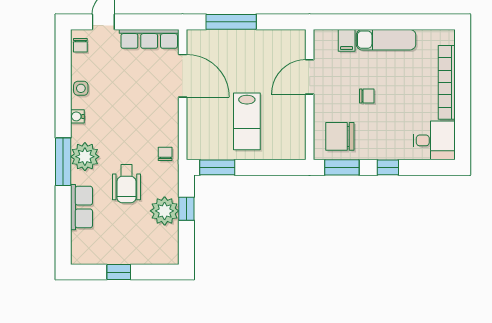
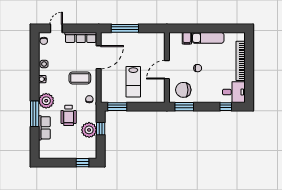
door: (183, 76) -> (99, 57), hinge flipped
door: (310, 77) -> (167, 70), moved
coffee table: (147, 114) -> (80, 78), added
window: (63, 162) -> (35, 114), moved
window: (388, 167) -> (226, 107), moved
window: (119, 272) -> (83, 163), moved

